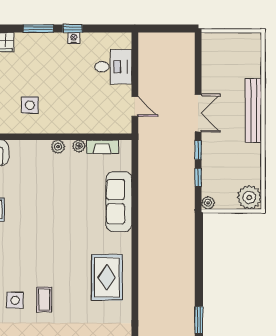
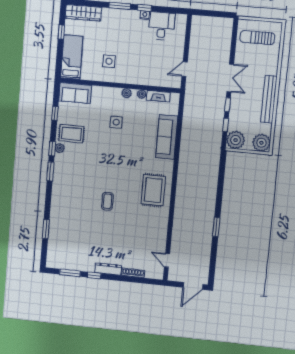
sun lounger: (229, 56) -> (257, 38), added
desk: (113, 67) -> (162, 26), moved, turned -90
door: (135, 107) -> (185, 69), swing flipped
bench: (253, 111) -> (269, 99), moved
plant: (208, 203) -> (236, 140), width x1.88, depth x1.88
side table: (15, 300) -> (116, 122), moved

